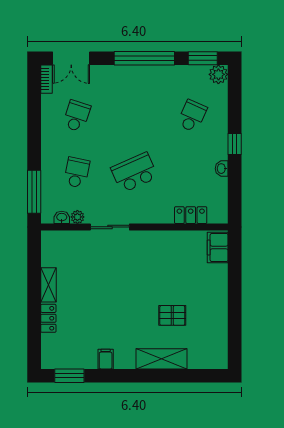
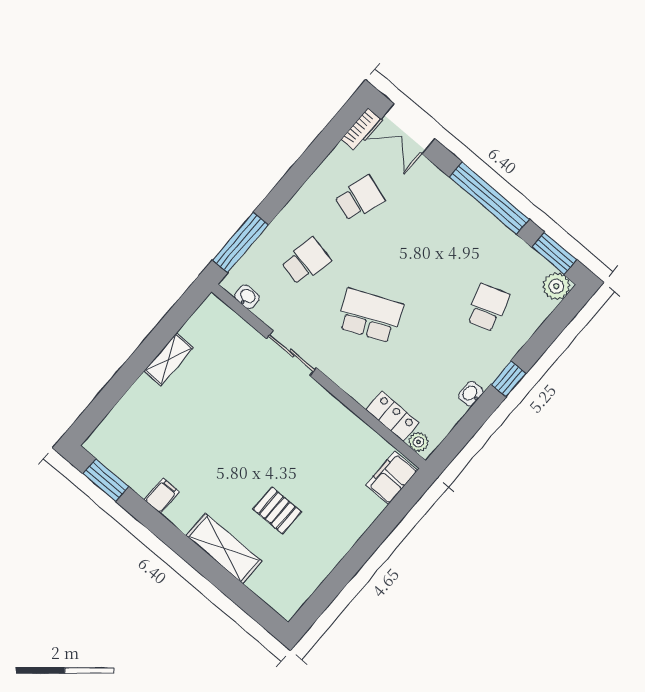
school desk: (192, 116) -> (488, 307), turned -42
plant: (77, 217) -> (418, 442), moved
locker: (48, 318) -> (137, 396), removed

